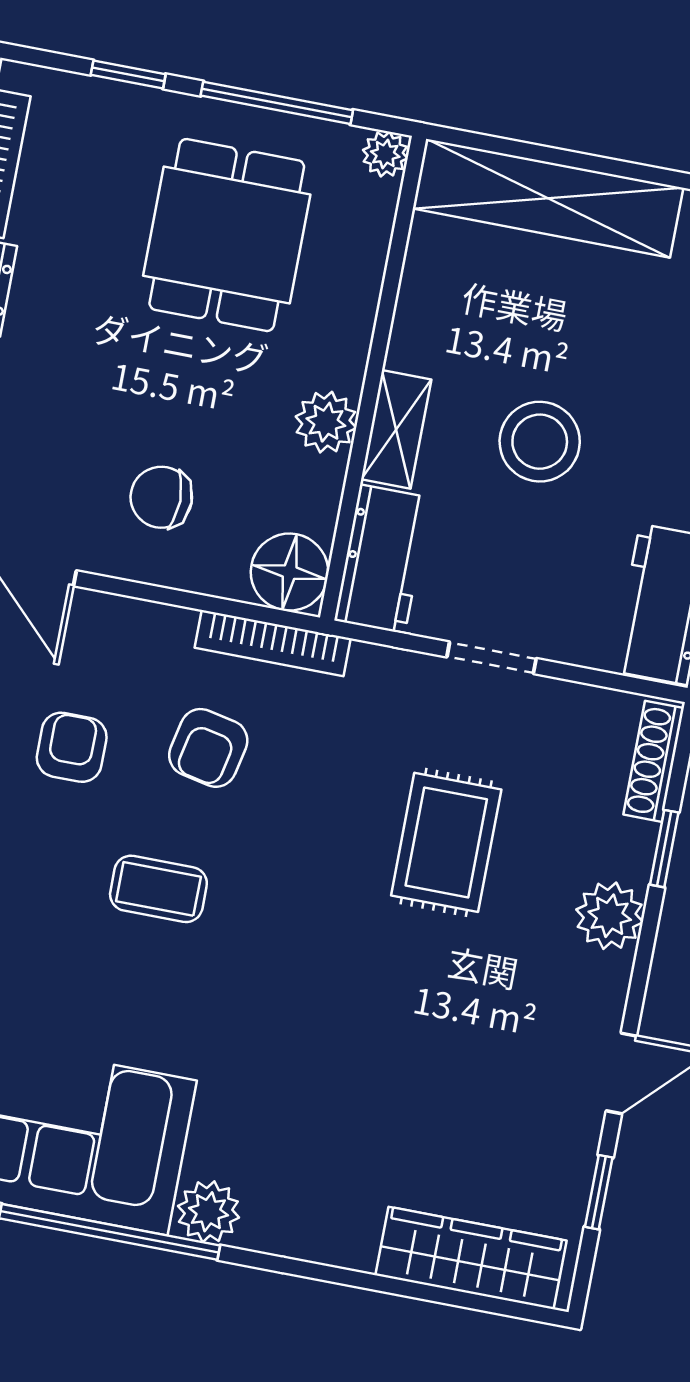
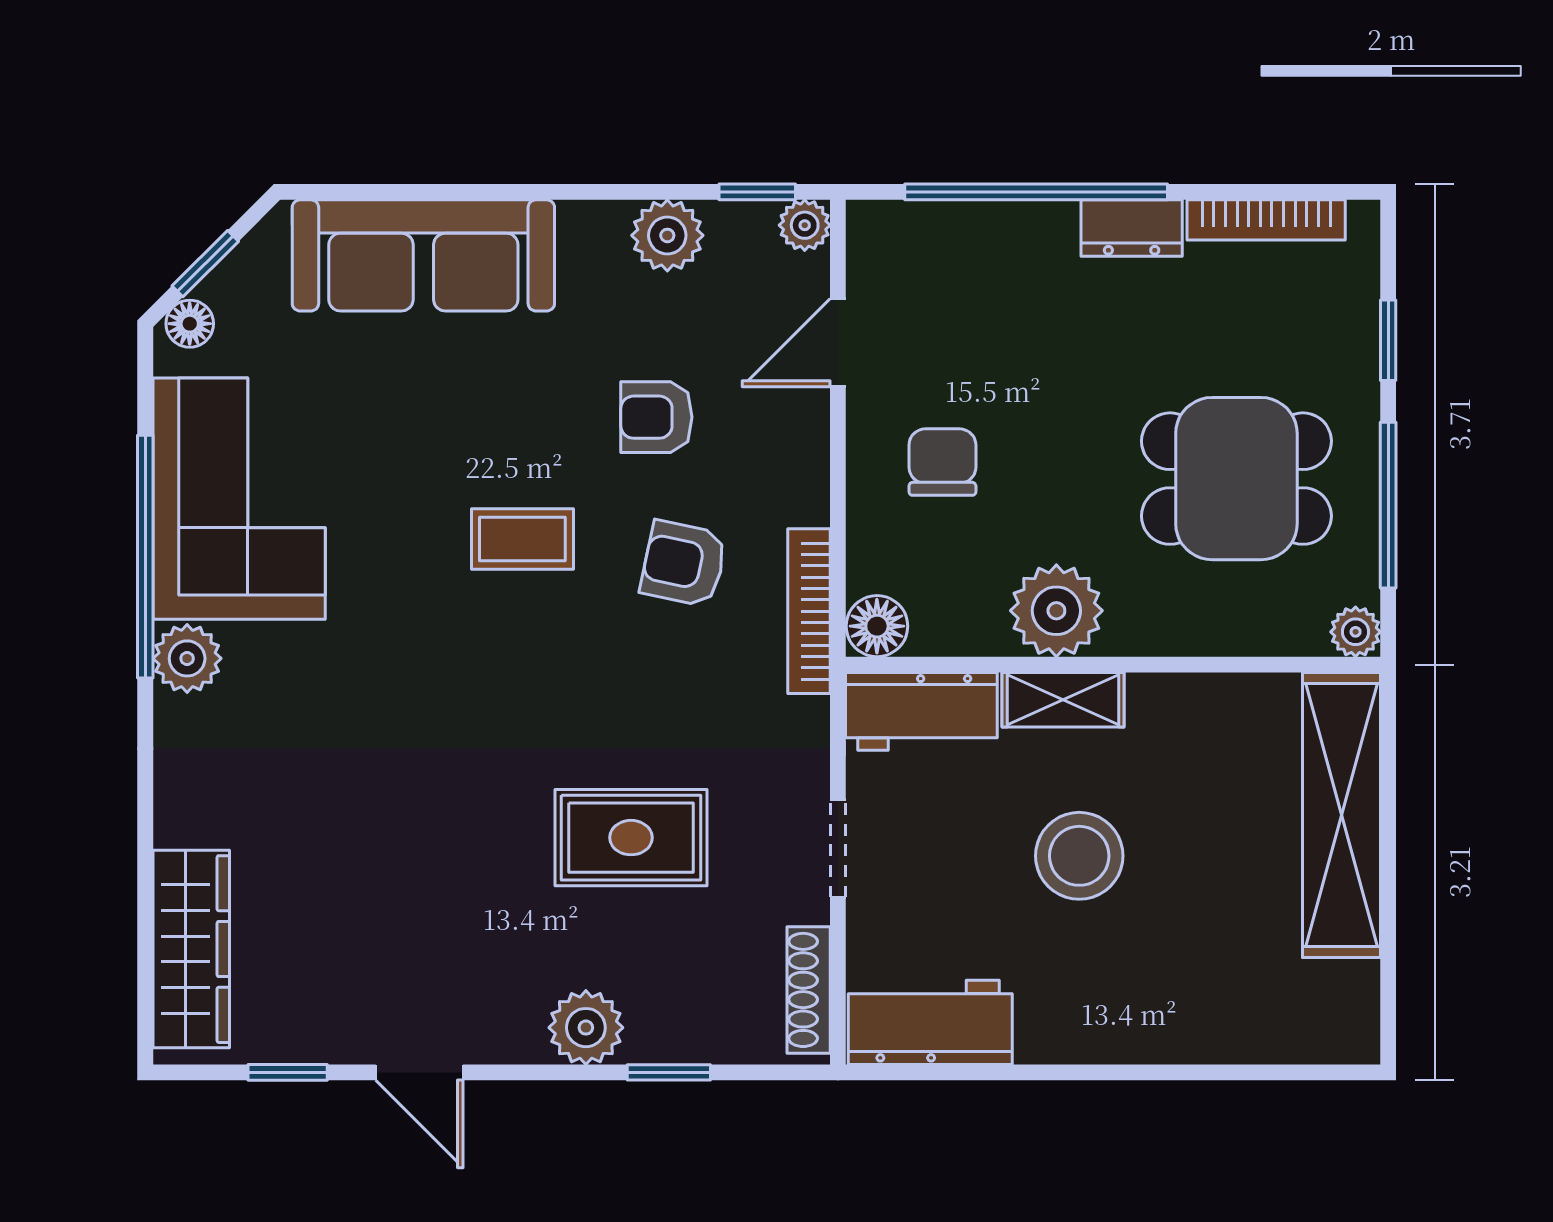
plant: (326, 422) -> (1056, 611), width x1.36, depth x1.36
floor lamp: (290, 572) -> (877, 626), width x0.73, depth x0.73
armchair: (72, 747) -> (656, 417), turned 180
shoe rack: (654, 761) -> (809, 990), moved, turned -90
coffee table: (158, 889) -> (522, 539), turned 90

